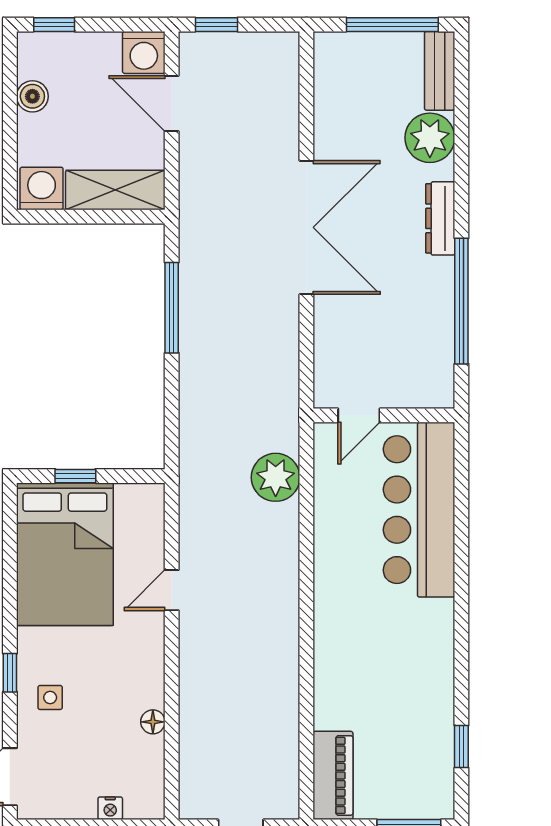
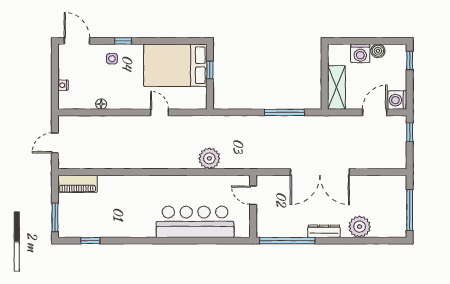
bench: (440, 71) -> (389, 231), removed
washing machine: (42, 188) -> (360, 53), moved, turned 90
door: (359, 415) -> (253, 195), moved
wall: (384, 415) -> (253, 206), moved

